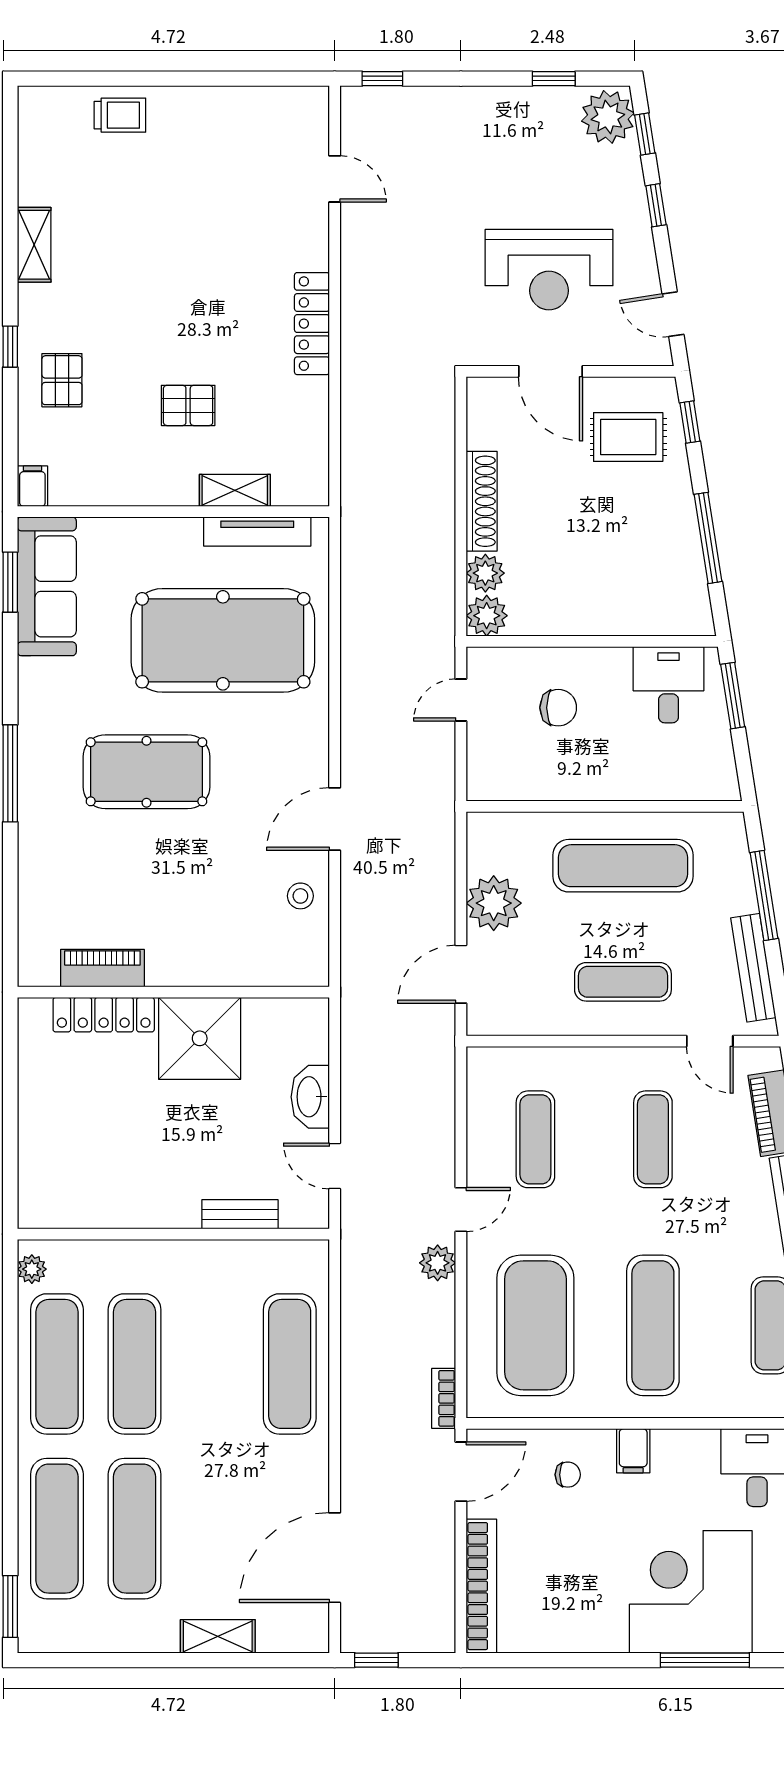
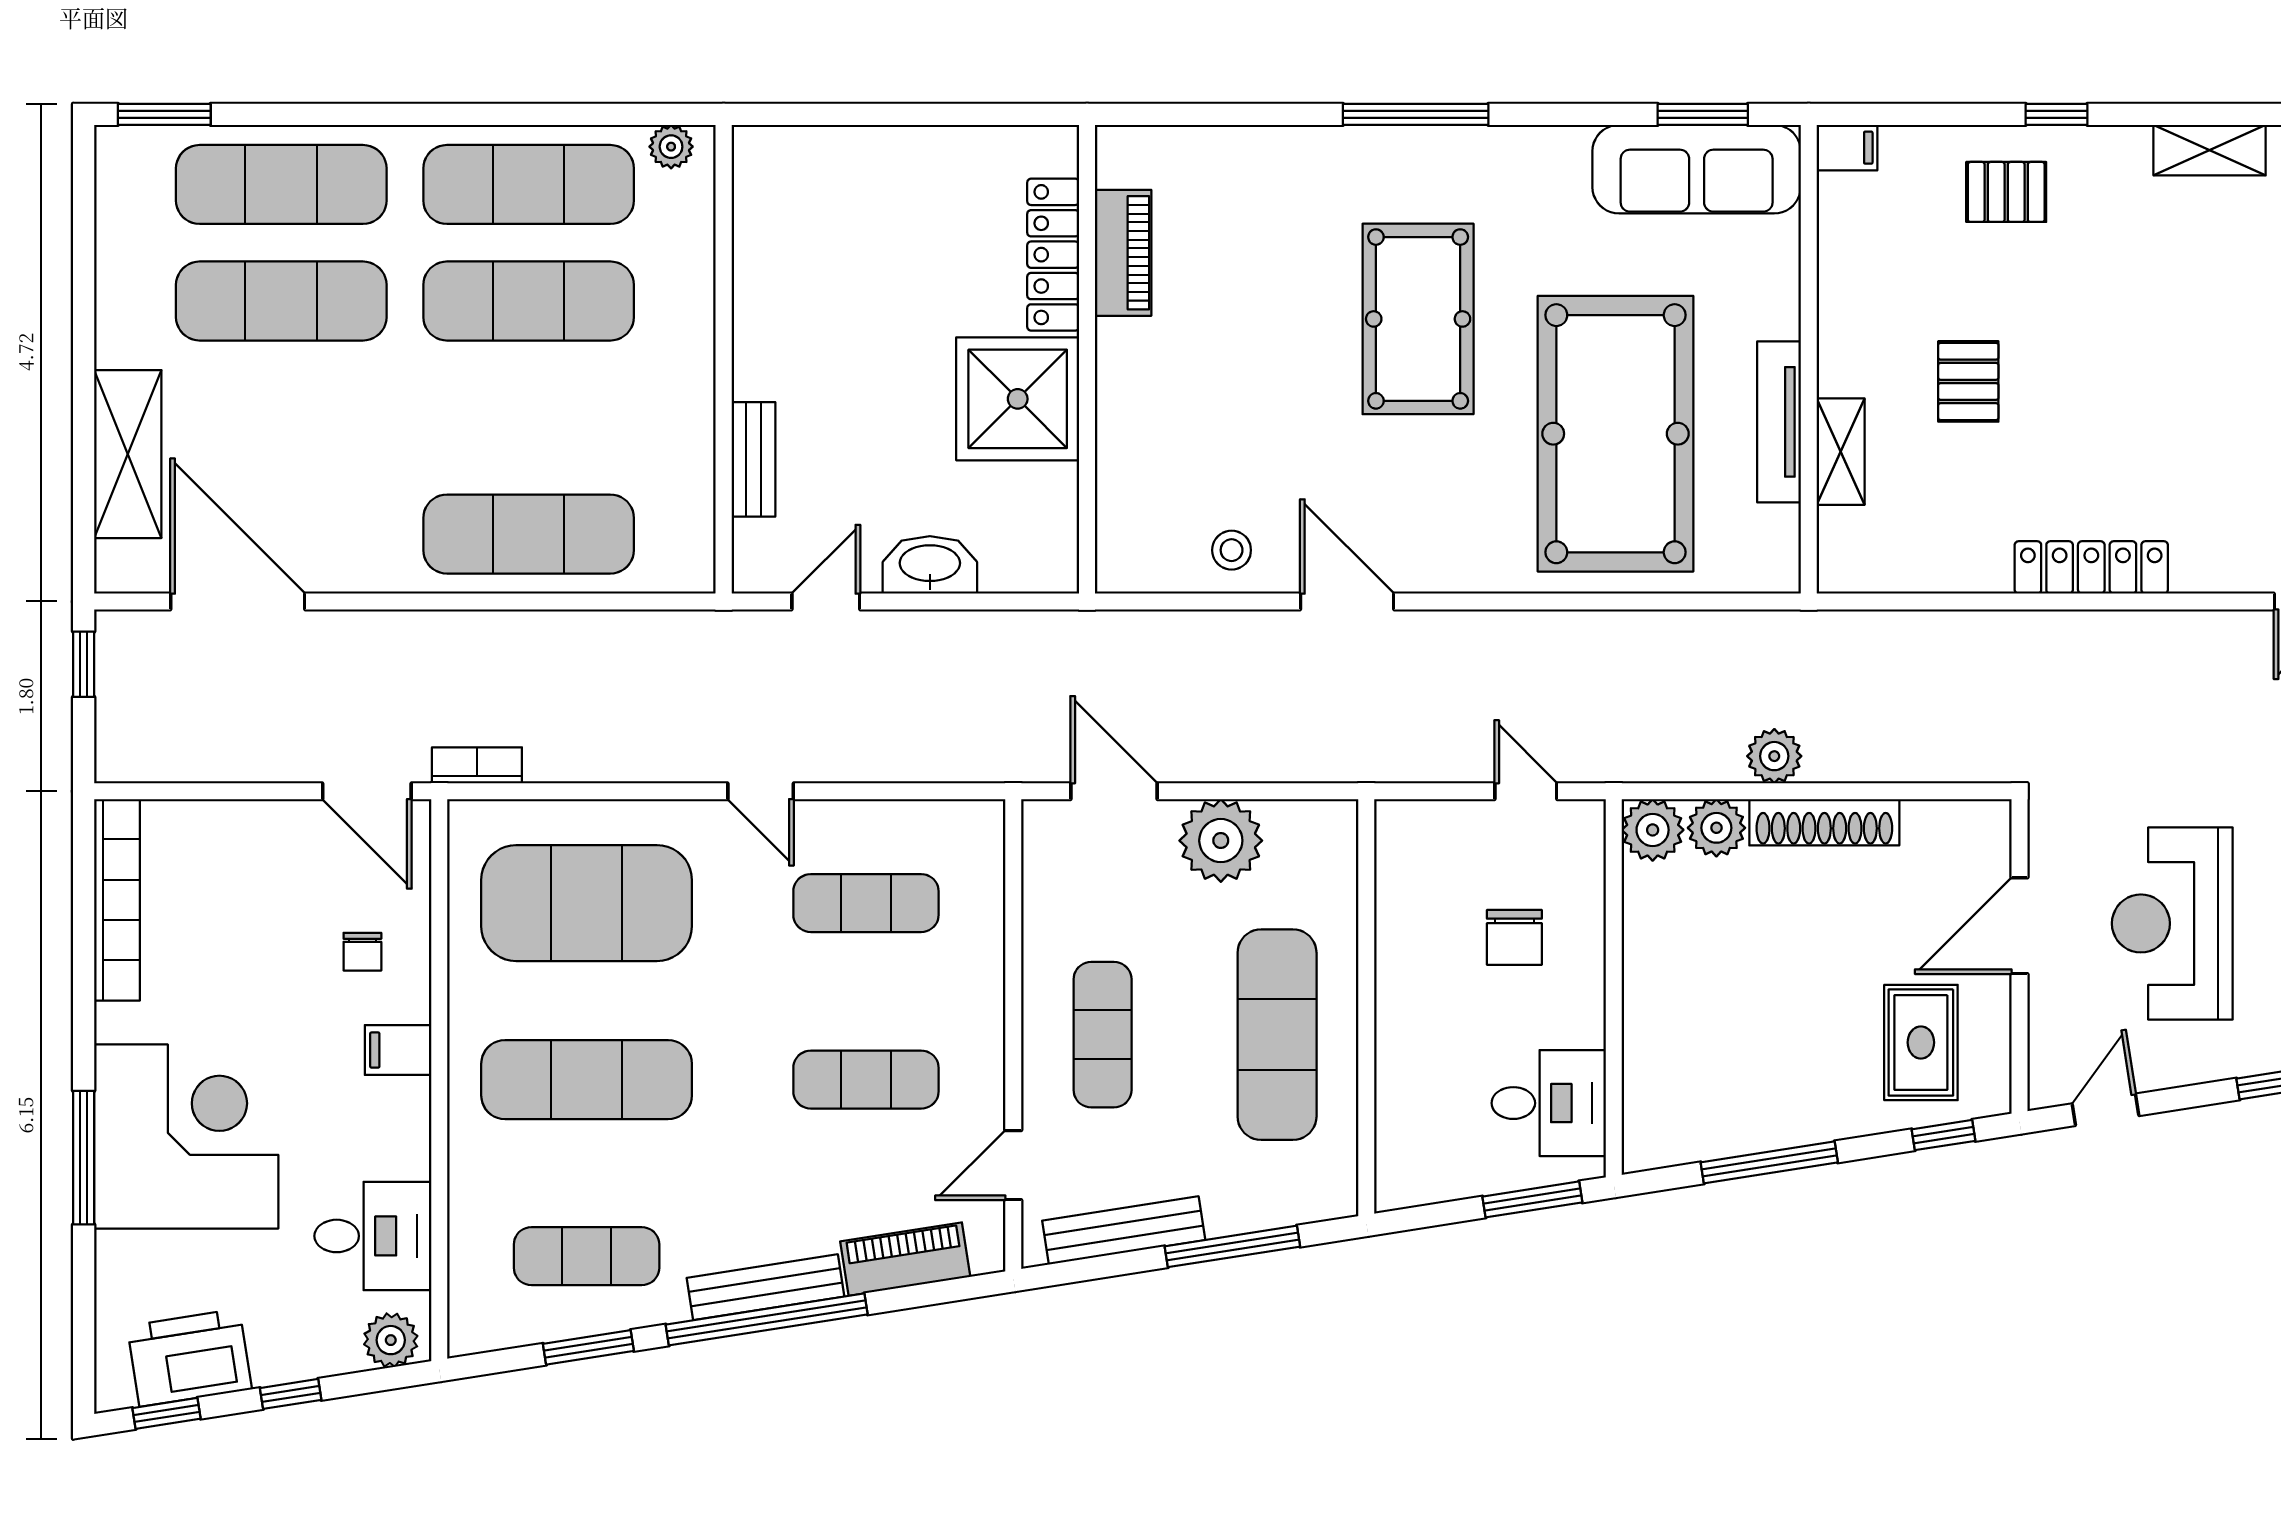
tv unit: (257, 531) -> (1779, 422), moved
plant: (438, 1263) -> (1774, 756), moved
bookcase: (481, 1586) -> (117, 900), moved, turned -90
shelving: (218, 1636) -> (128, 454), width x1.50, depth x1.33

